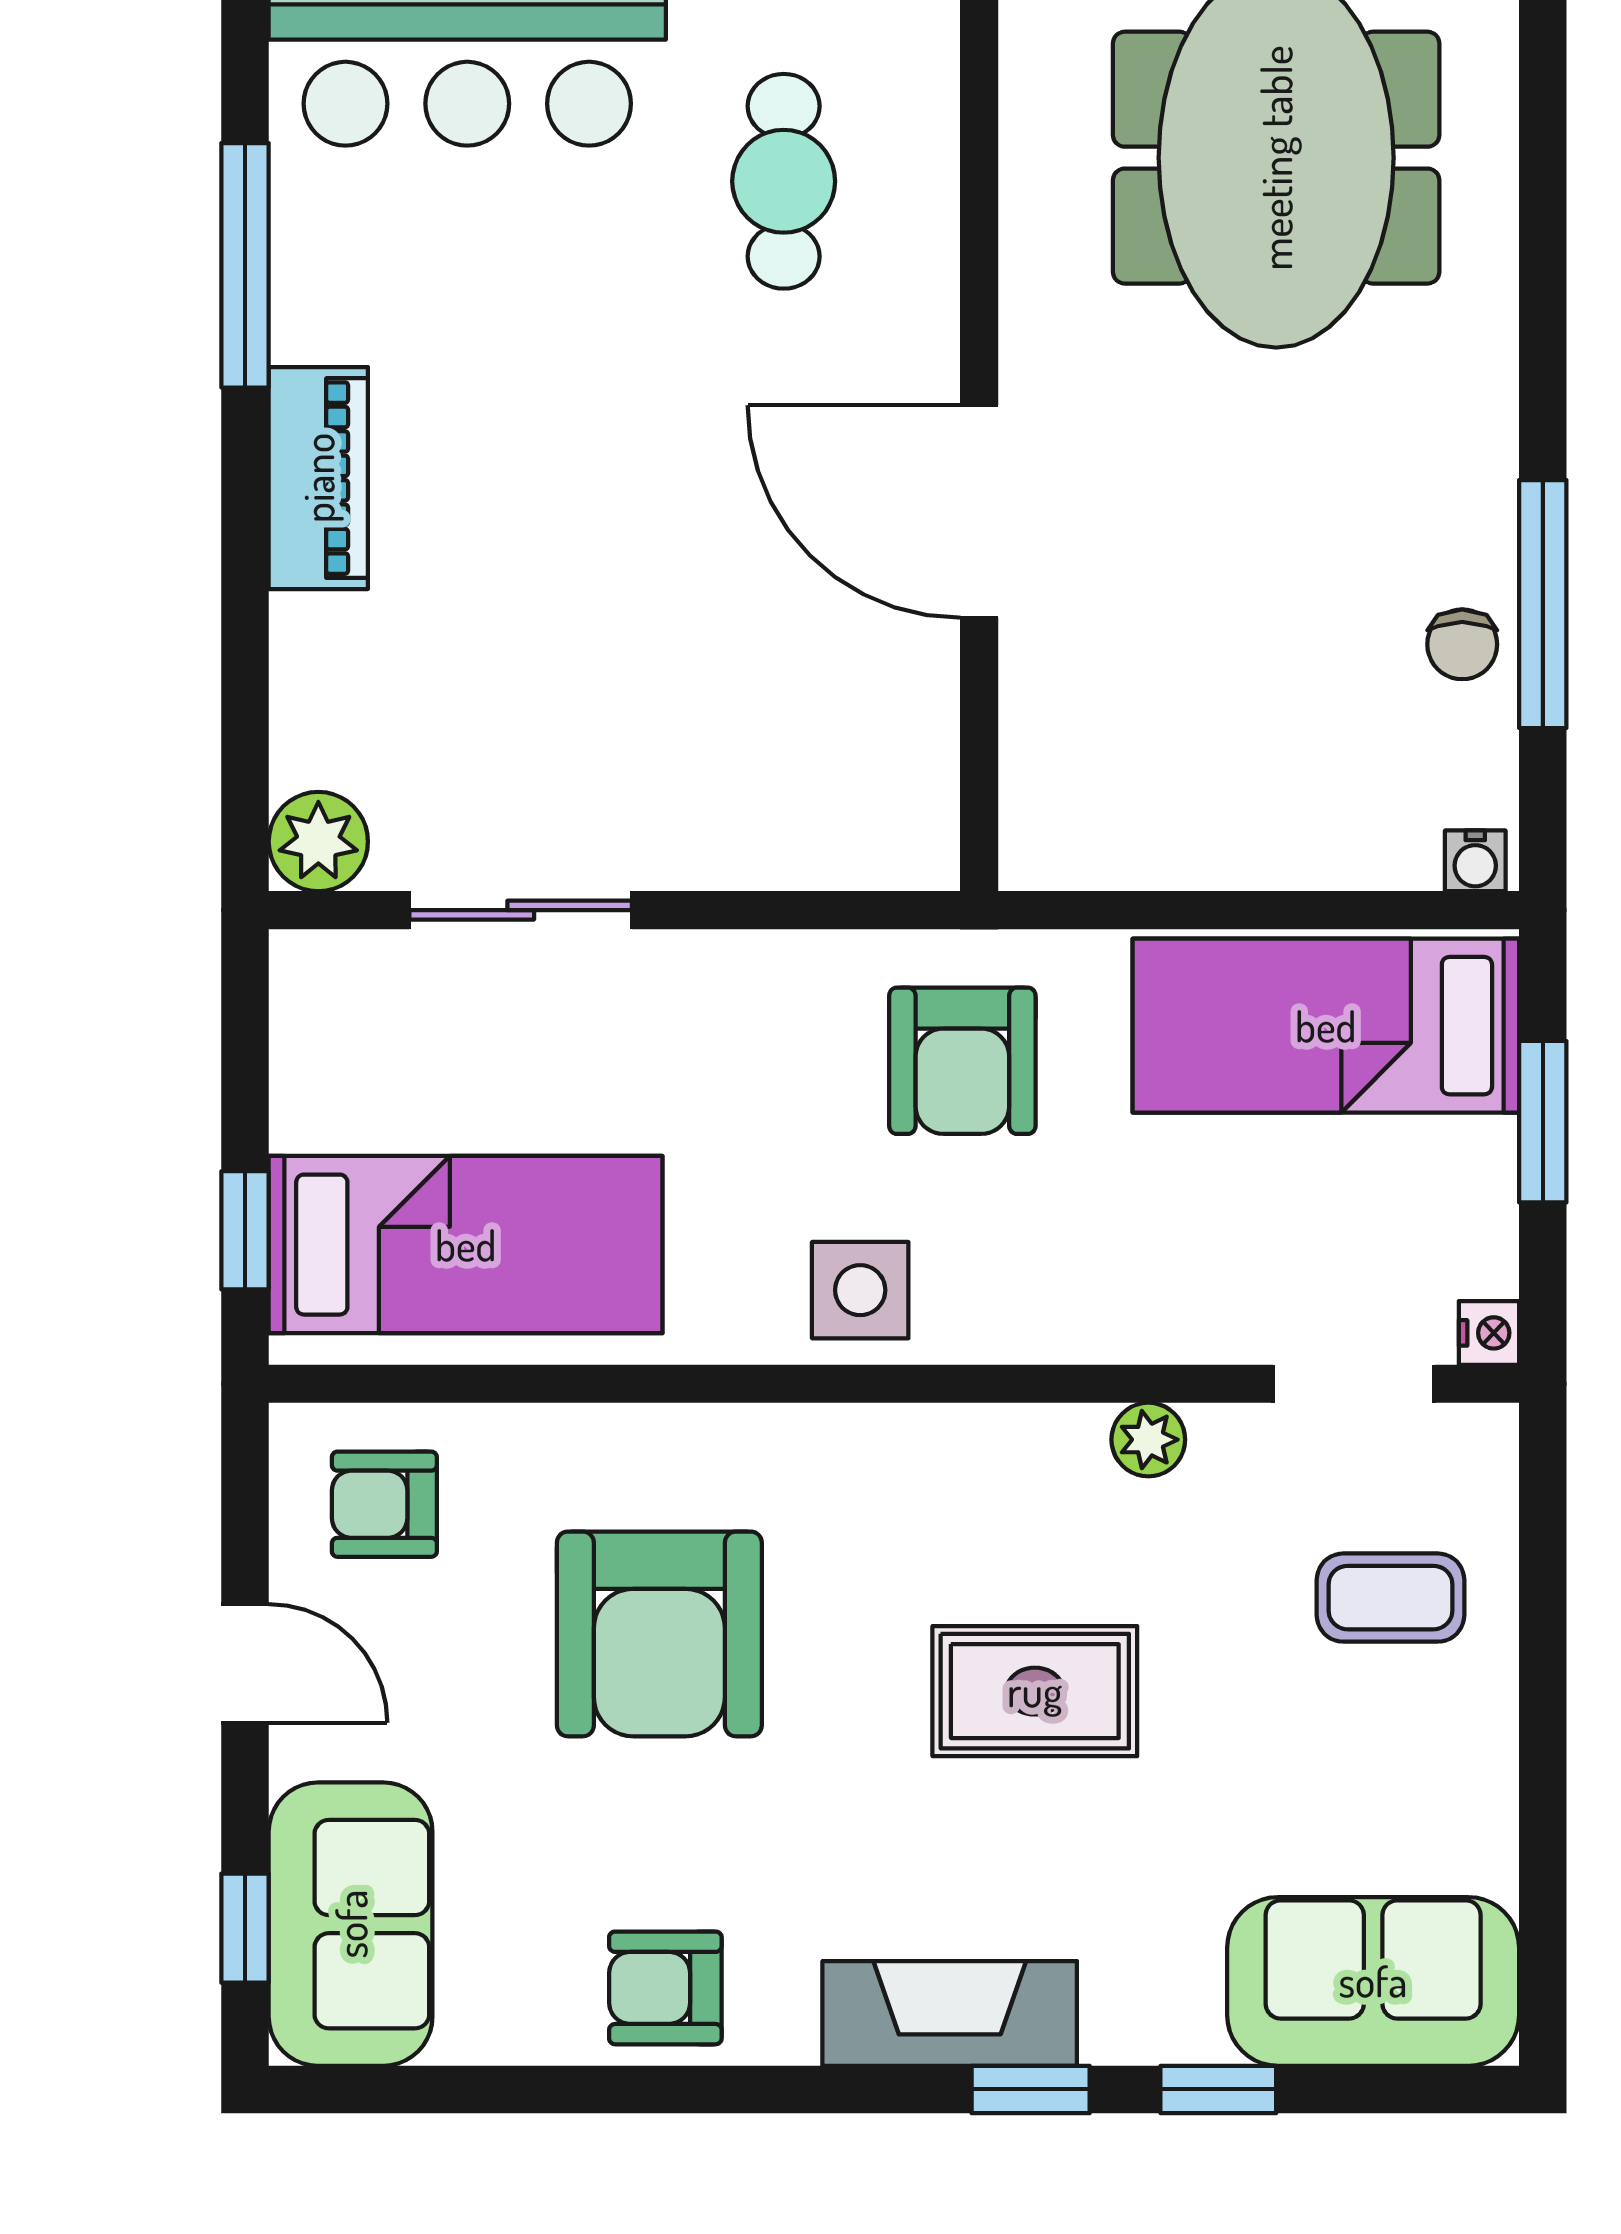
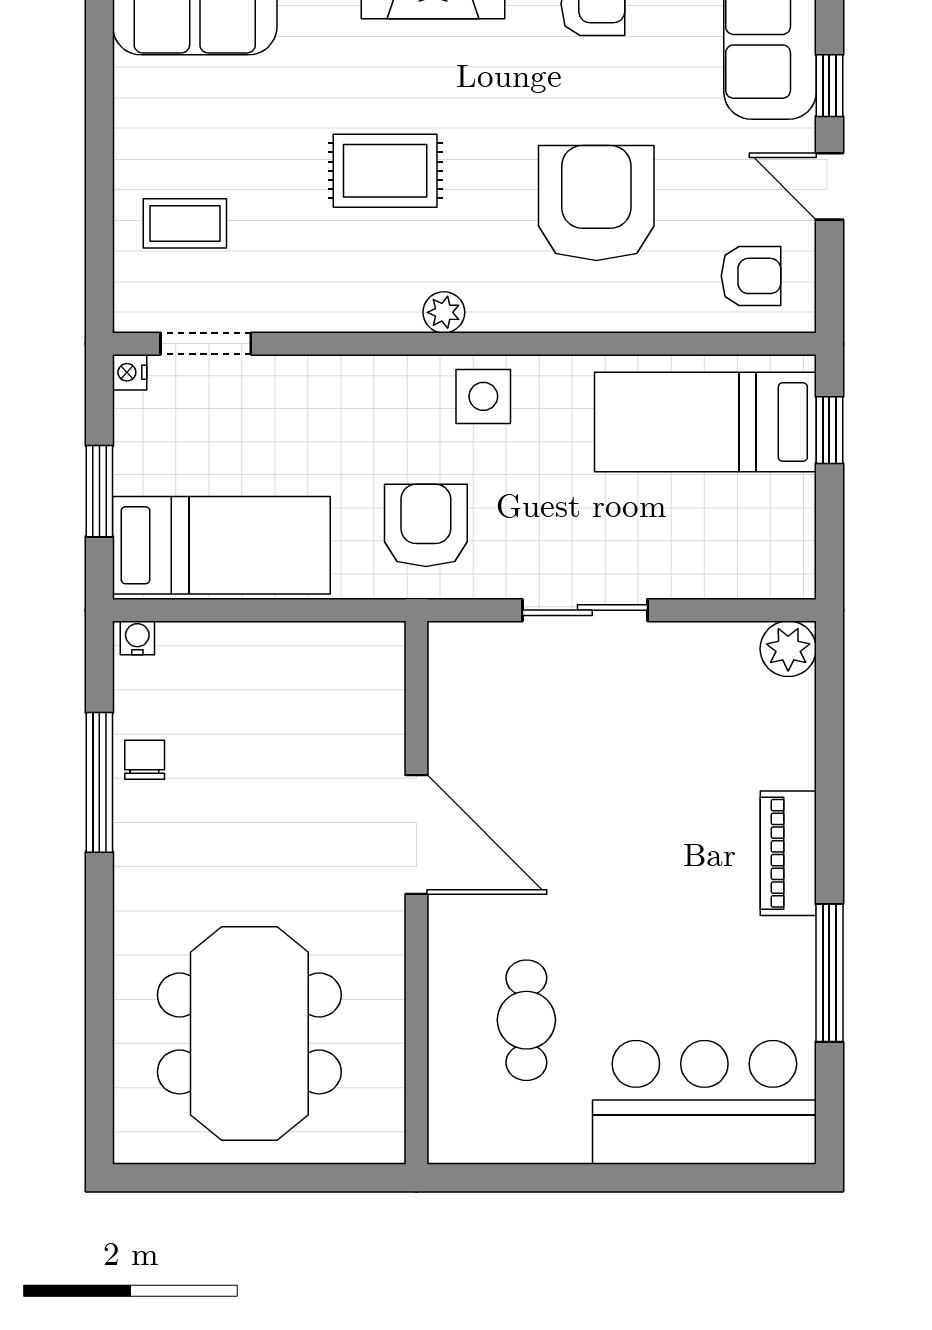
sliding door: (521, 910) -> (585, 610), moved
plant: (1148, 1440) -> (444, 312), moved
window: (245, 1928) -> (829, 86), moved

